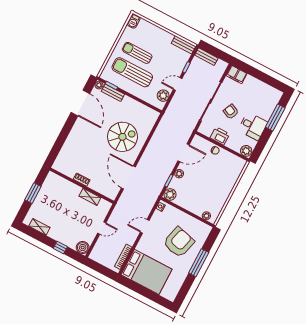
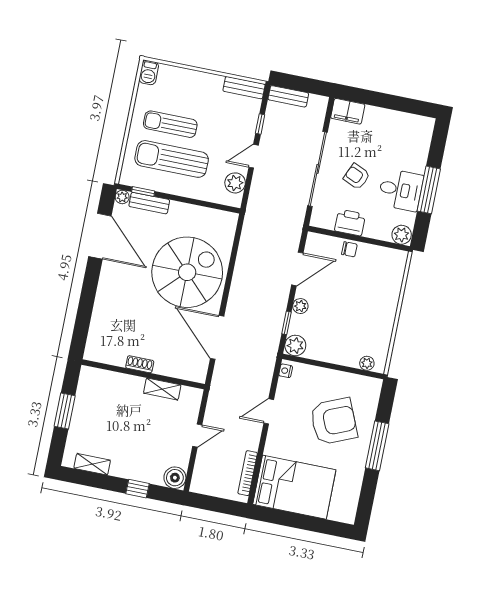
window: (275, 117) -> (429, 190), moved
spiral stairs: (122, 137) -> (187, 272), width x1.37, depth x1.37
armchair: (179, 242) -> (334, 421), turned 53

